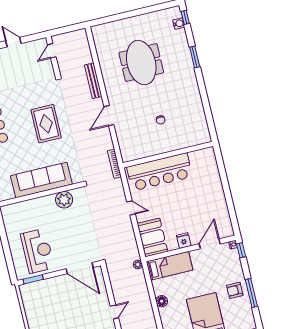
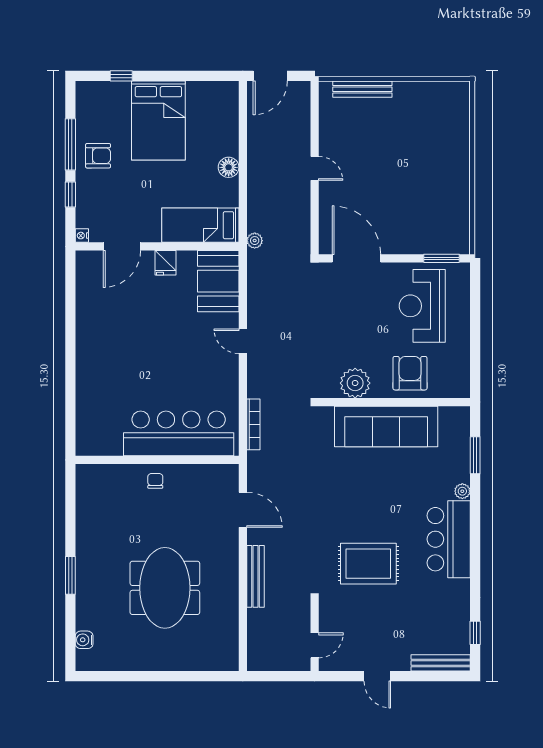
window: (185, 17) -> (70, 648), removed
door: (109, 116) -> (243, 510), hinge flipped
rug: (46, 124) -> (368, 564), moved, turned 90
wall: (168, 155) -> (157, 460), moved
bar counter: (160, 172) -> (179, 433), moved
armchair: (35, 212) -> (410, 373), added
window: (241, 250) -> (70, 194), moved
door: (114, 312) -> (315, 168), swing flipped

